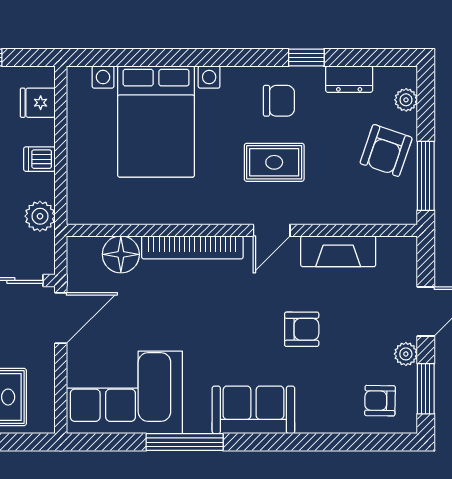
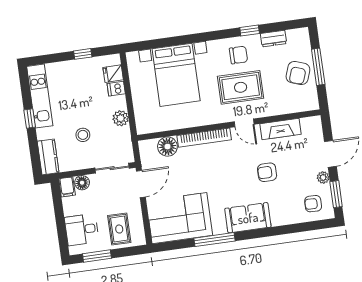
plant: (406, 100) -> (305, 45), removed
dishwasher: (39, 159) -> (116, 89), moved
rug: (274, 162) -> (241, 87), width x1.36, depth x1.43
window: (426, 176) -> (318, 67), moved
plant: (40, 216) -> (121, 118), moved
door: (272, 230) -> (244, 123), hinge flipped
armchair: (302, 329) -> (267, 172), turned 180

